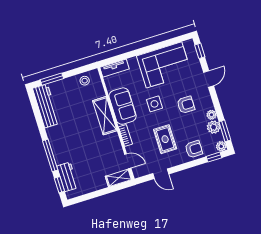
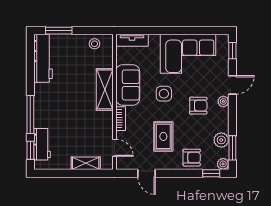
plant: (212, 115) -> (223, 101), moved
shelving: (119, 178) -> (86, 163), moved

